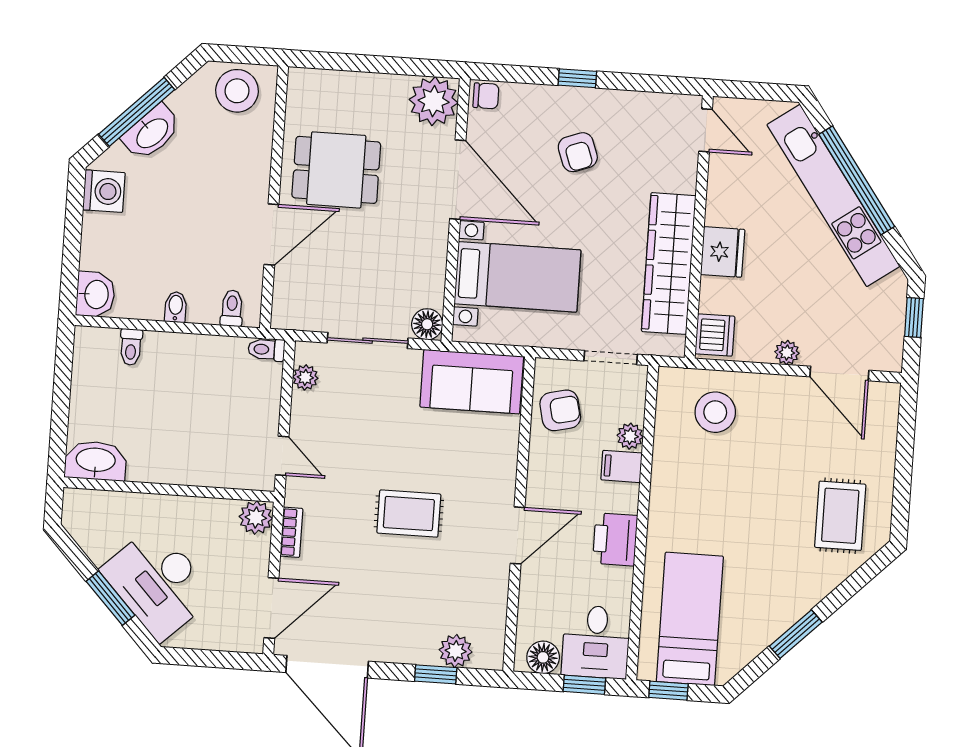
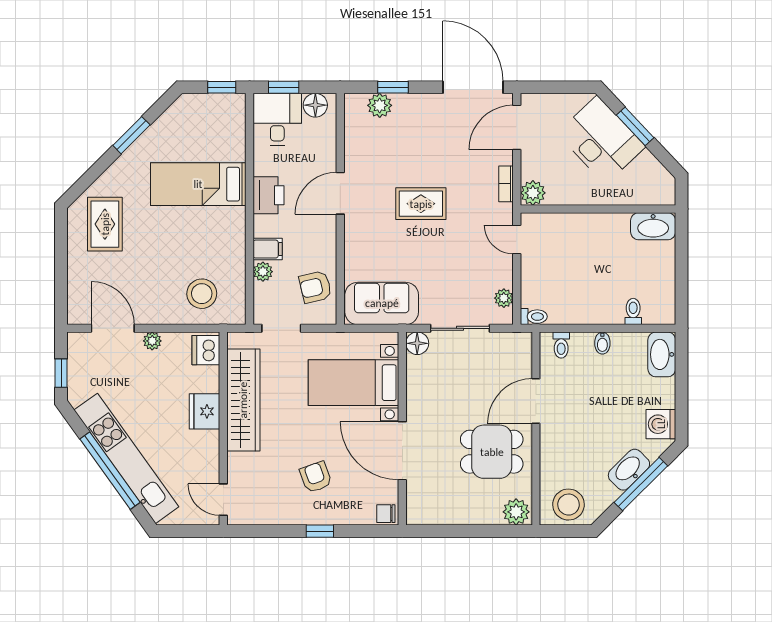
plant: (434, 101) -> (516, 512), moved, width x0.73, depth x0.73
washbasin: (95, 294) -> (662, 354), width x1.38
bed: (690, 619) -> (198, 184), moved, turned 90

